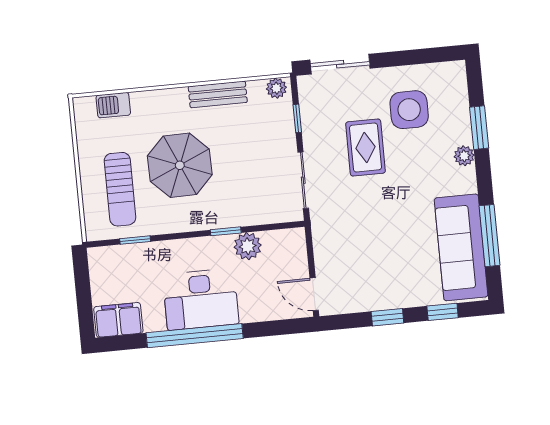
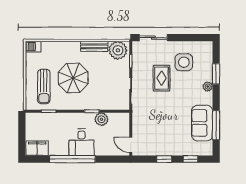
plant: (276, 88) -> (118, 50), width x1.88, depth x1.88
barbecue: (113, 105) -> (33, 47), moved
sofa: (461, 247) -> (202, 123), width x0.73
desk: (201, 299) -> (82, 142), width x0.73

